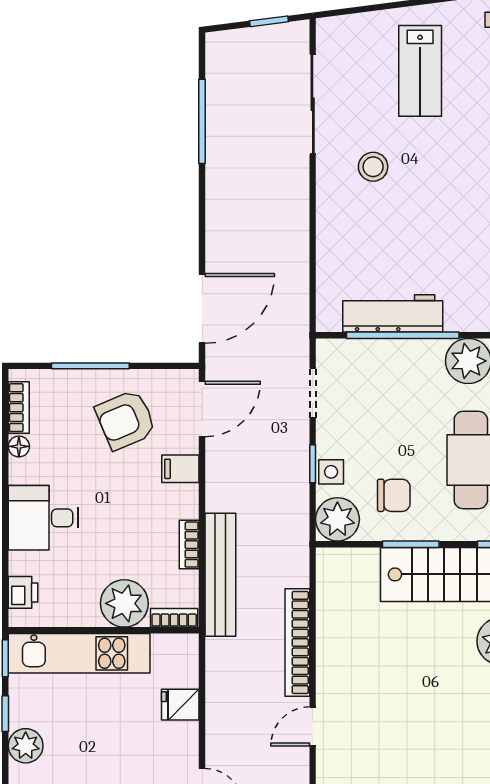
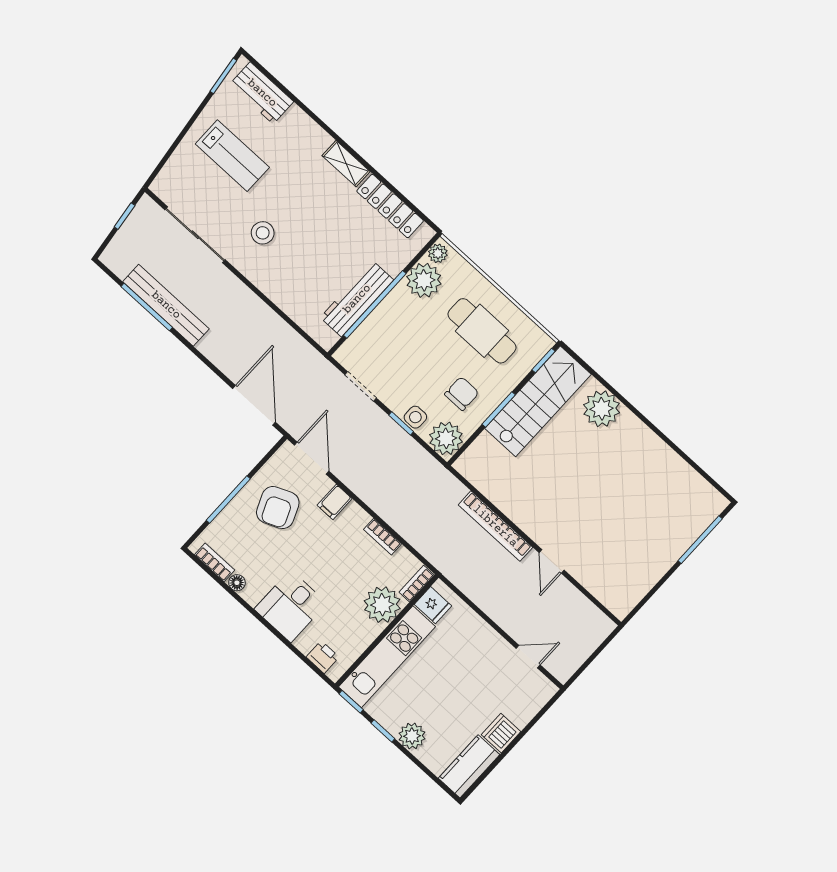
bench: (220, 575) -> (166, 305), moved
fridge: (180, 705) -> (433, 605), moved, turned -90

